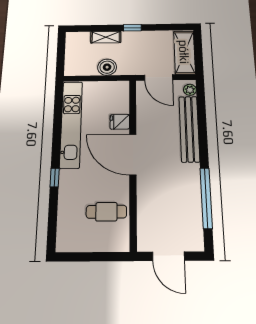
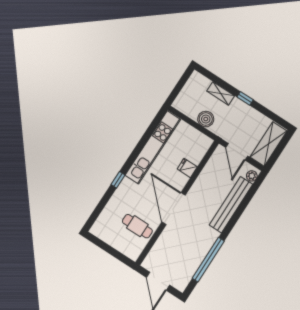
door: (133, 154) -> (174, 209), moved

